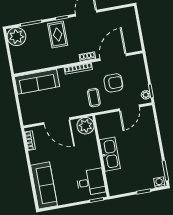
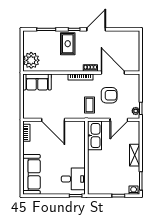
plant: (16, 37) -> (31, 60), moved
door: (113, 57) -> (113, 73), hinge flipped
sofa: (37, 82) -> (37, 82), width x0.73
plant: (86, 126) -> (78, 128), removed
shelving: (153, 144) -> (135, 155), added
kitchen sink: (110, 154) -> (95, 135), moved

